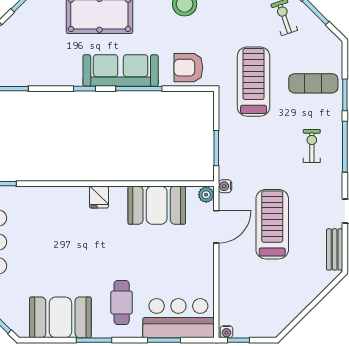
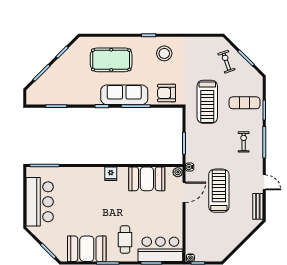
treadmill: (254, 82) -> (207, 102), turned 180

